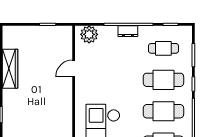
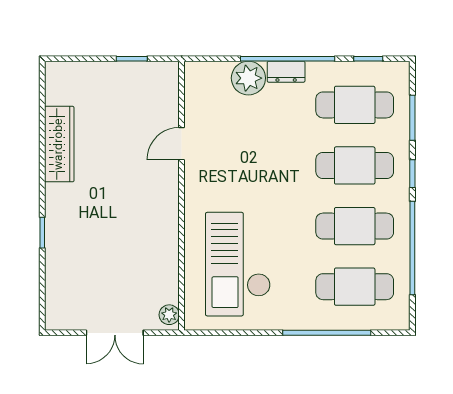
plant: (89, 34) -> (248, 78), moved
cafe table: (163, 48) -> (355, 105), width x1.37, depth x1.35

